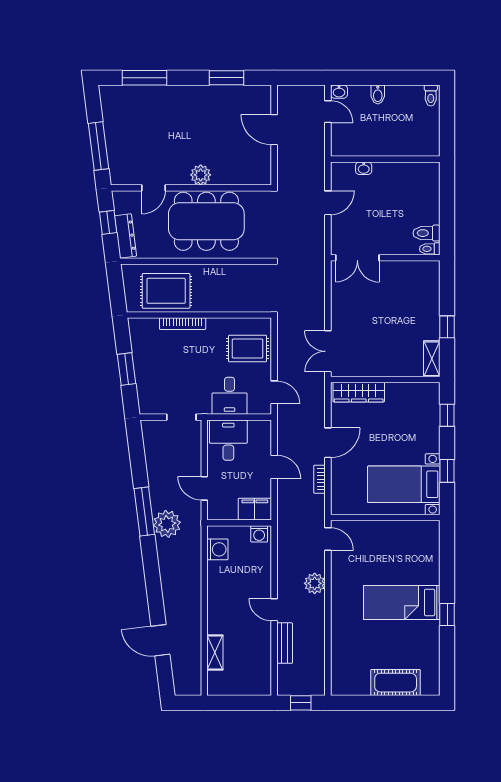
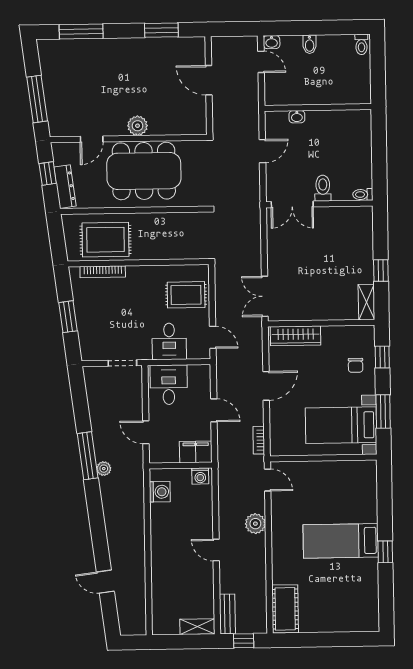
toilet: (427, 233) -> (323, 188), moved, turned 90
bookcase: (183, 324) -> (103, 272), moved
chair: (420, 423) -> (356, 365), added
window: (447, 471) -> (383, 412), width x1.50
bookcase: (320, 479) -> (259, 440), moved
plant: (167, 524) -> (104, 469), width x0.53, depth x0.53
door: (160, 640) -> (105, 582), width x0.73
bench: (285, 643) -> (227, 614), moved
shelving: (215, 653) -> (197, 627), moved, turned 90
cot: (396, 683) -> (285, 609), moved, turned 90

